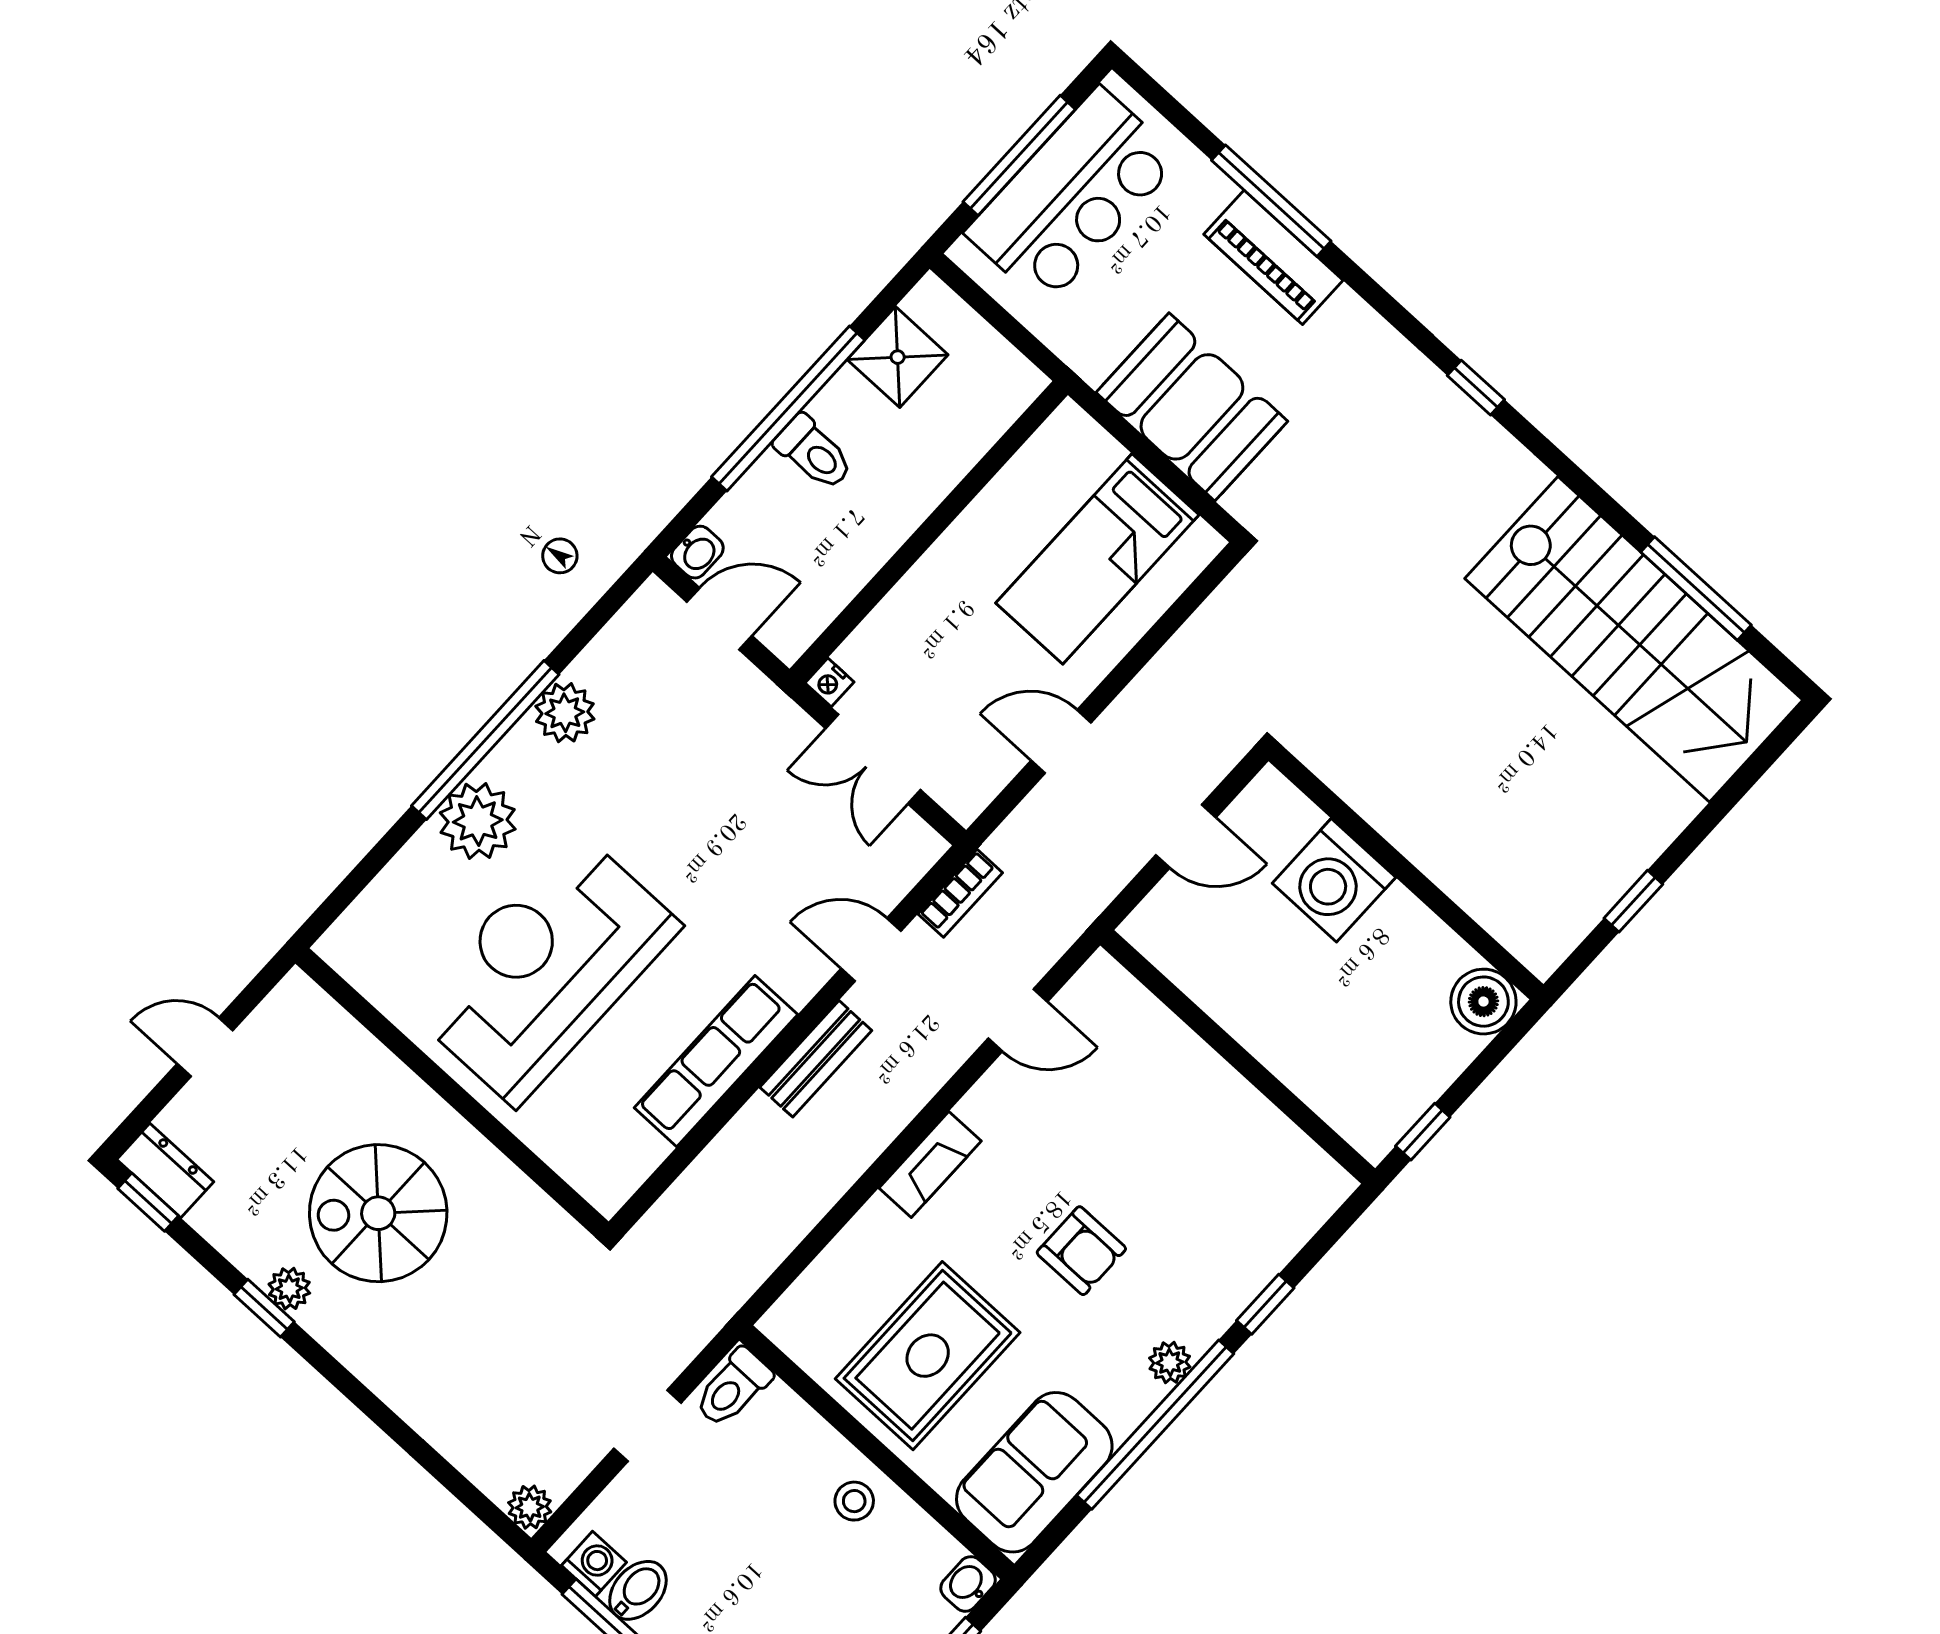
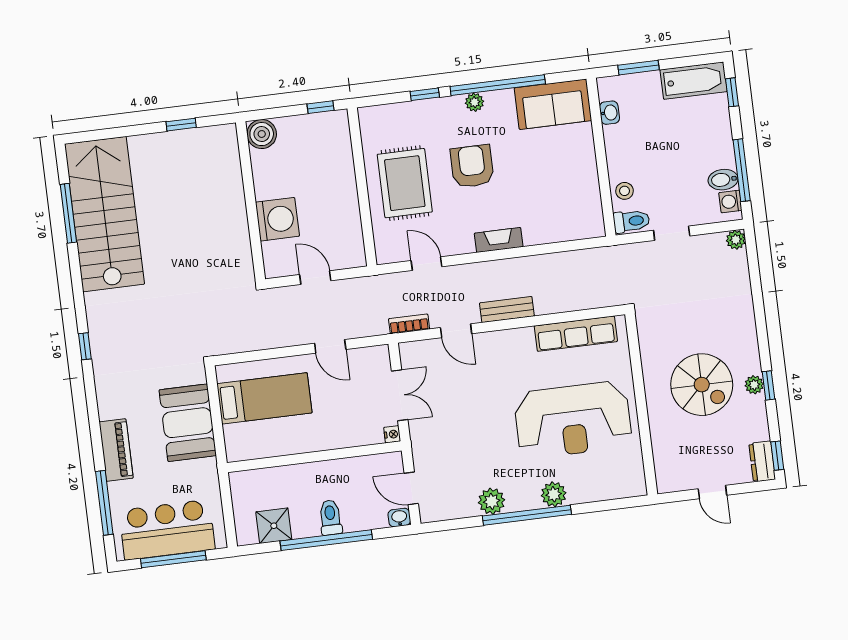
window: (1271, 201) -> (104, 503), moved
plant: (478, 821) -> (554, 494), width x0.73, depth x0.73
row of seats: (716, 1061) -> (576, 334), moved
armchair: (1081, 1251) -> (472, 166), width x1.38, depth x1.38
rug: (928, 1356) -> (405, 183), moved, turned 90
stool: (854, 1501) -> (625, 191), moved
washbasin: (968, 1584) -> (609, 113), moved, turned -90

